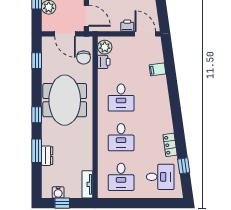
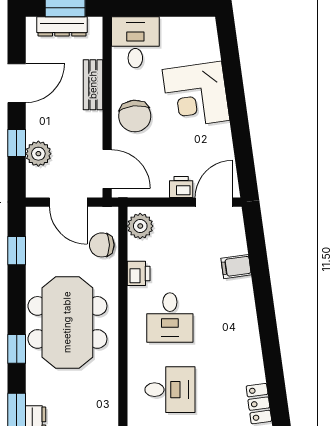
door: (145, 34) -> (214, 202), hinge flipped
chair: (84, 58) -> (102, 245), turned 90
printer: (104, 62) -> (139, 273), moved
desk: (121, 137) -> (170, 390), turned -90

